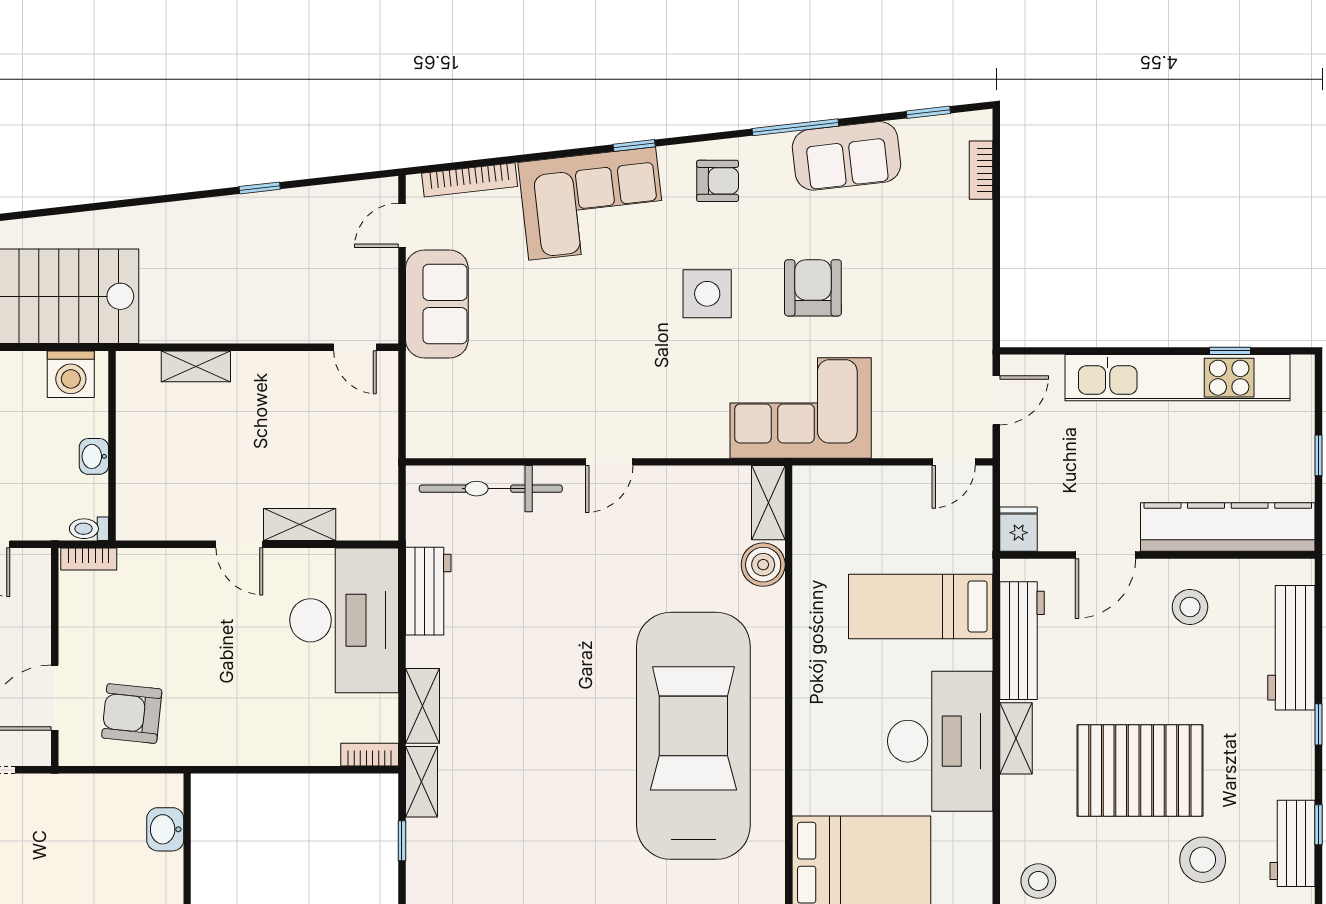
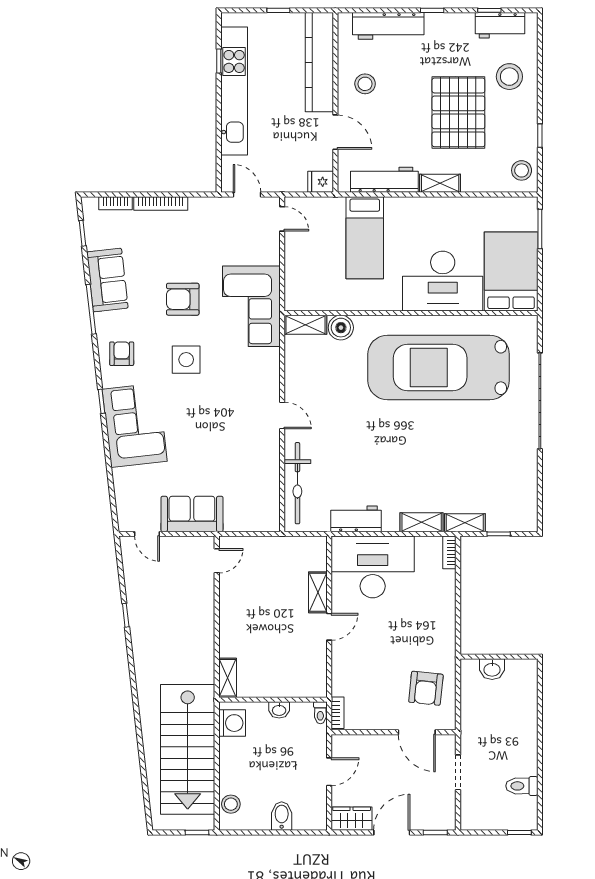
bookcase: (470, 180) -> (161, 203), moved, turned 96
shelving: (196, 366) -> (228, 678), moved
desk: (940, 741) -> (443, 281), moved, turned 180

